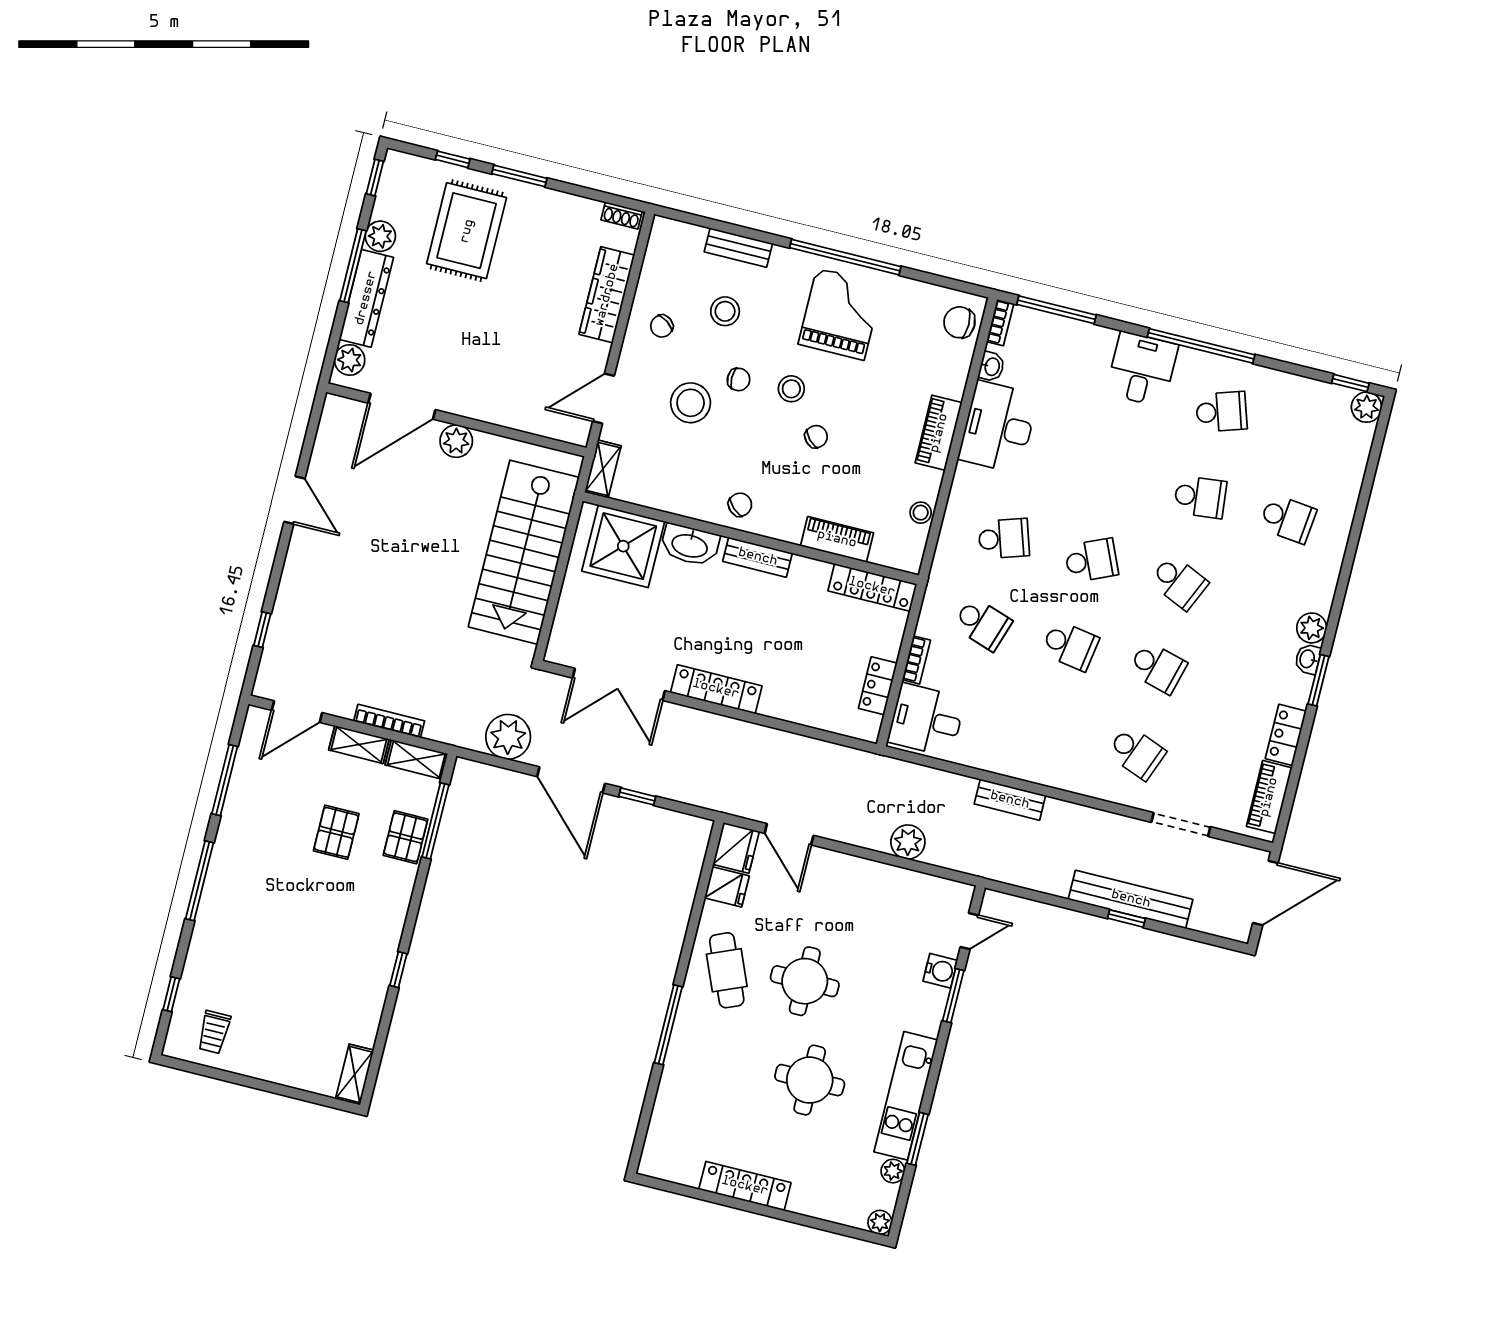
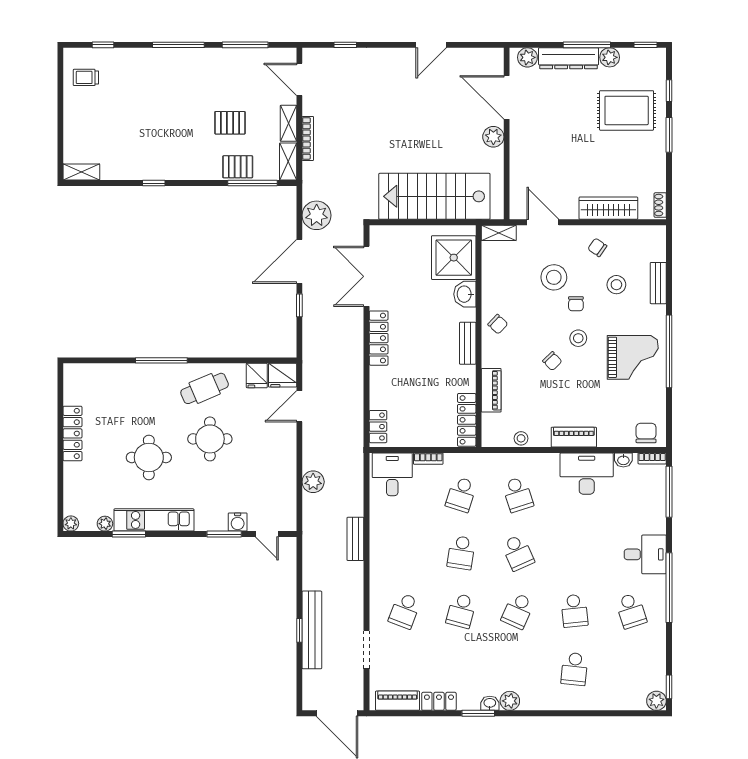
washbasin: (690, 545) -> (465, 294), width x0.72
locker: (878, 686) -> (378, 427), moved, turned 90

